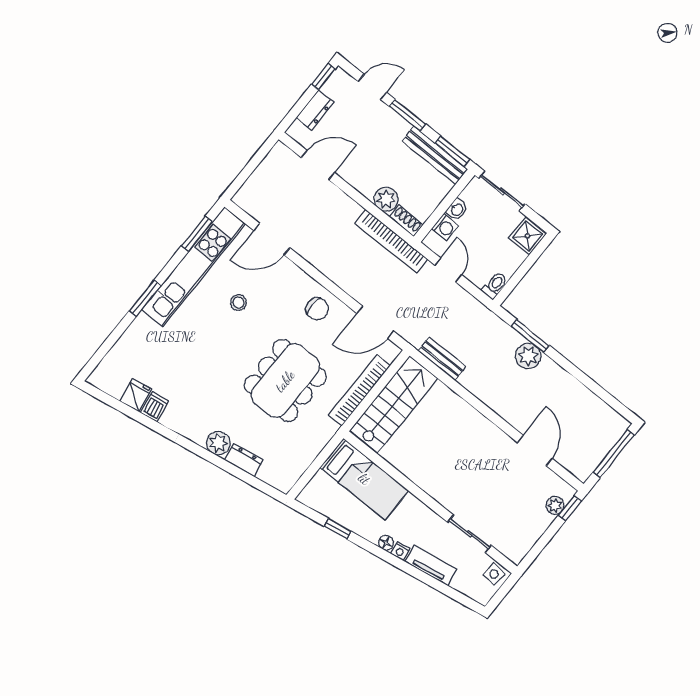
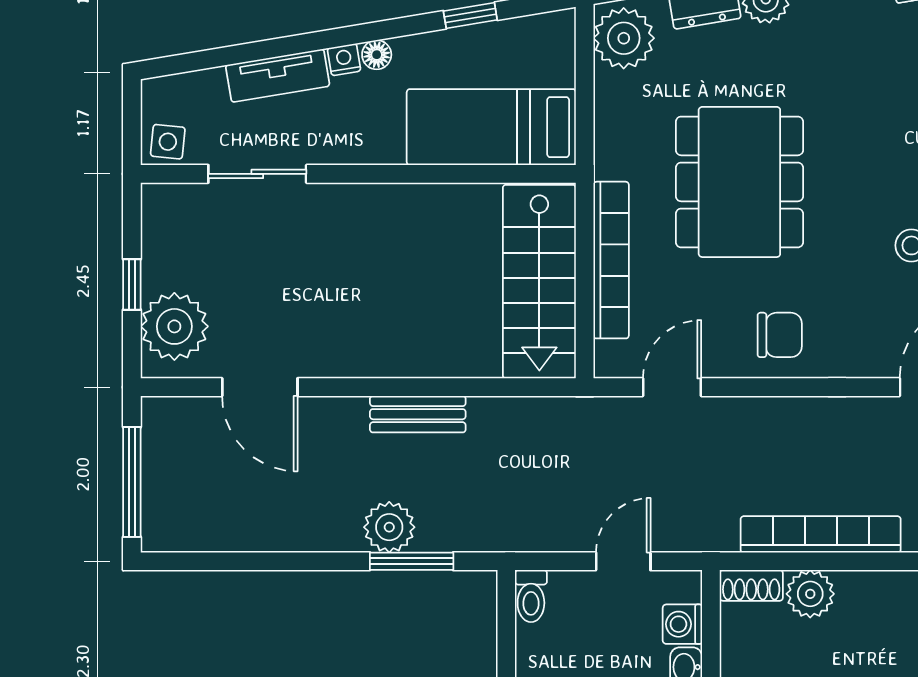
bookcase: (391, 241) -> (821, 534), moved
door: (448, 270) -> (623, 561), swing flipped
chair: (317, 309) -> (780, 335), turned 180
door: (375, 322) -> (672, 387), width x0.73
bench: (442, 359) -> (418, 414), moved
plant: (285, 472) -> (624, 38), added
plant: (555, 505) -> (174, 326), width x1.87, depth x1.87
window: (570, 508) -> (132, 284), moved

